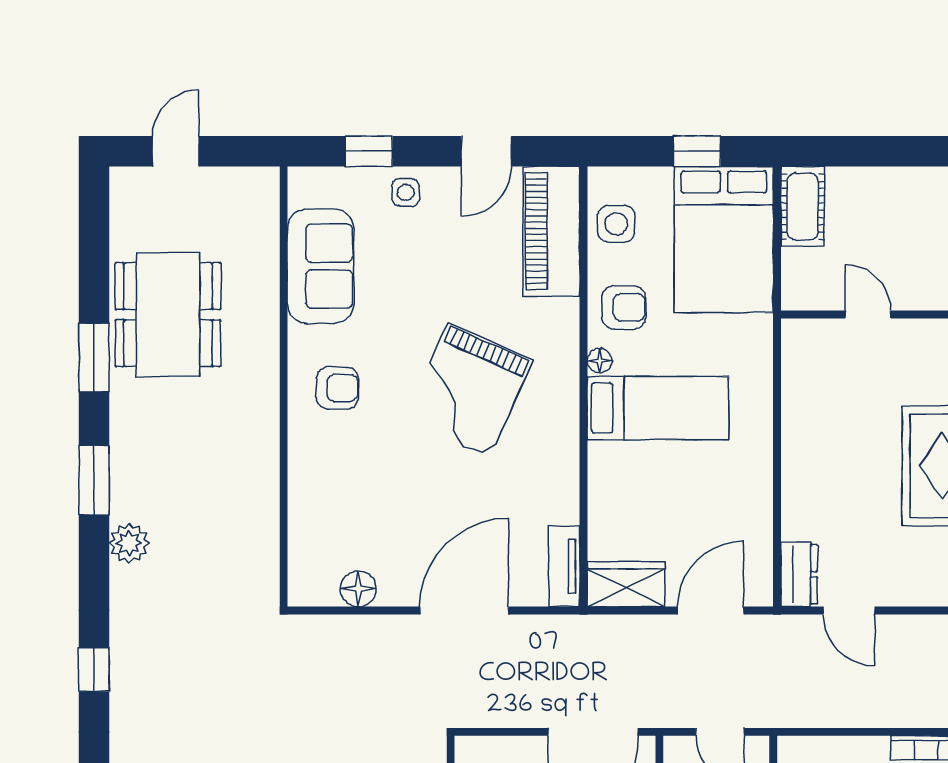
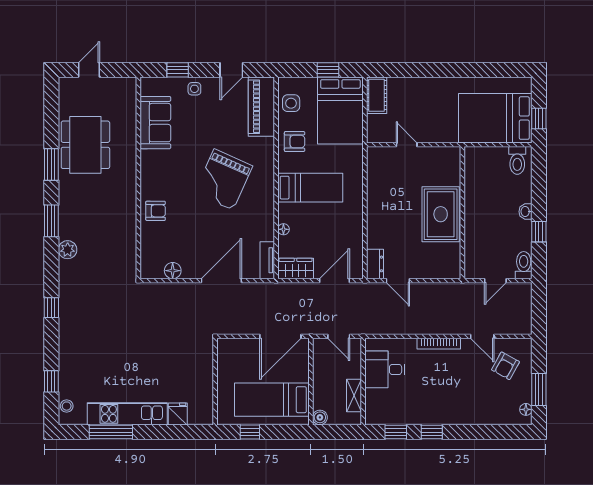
floor lamp: (600, 361) -> (283, 229), moved
armchair: (337, 388) -> (156, 211), moved

